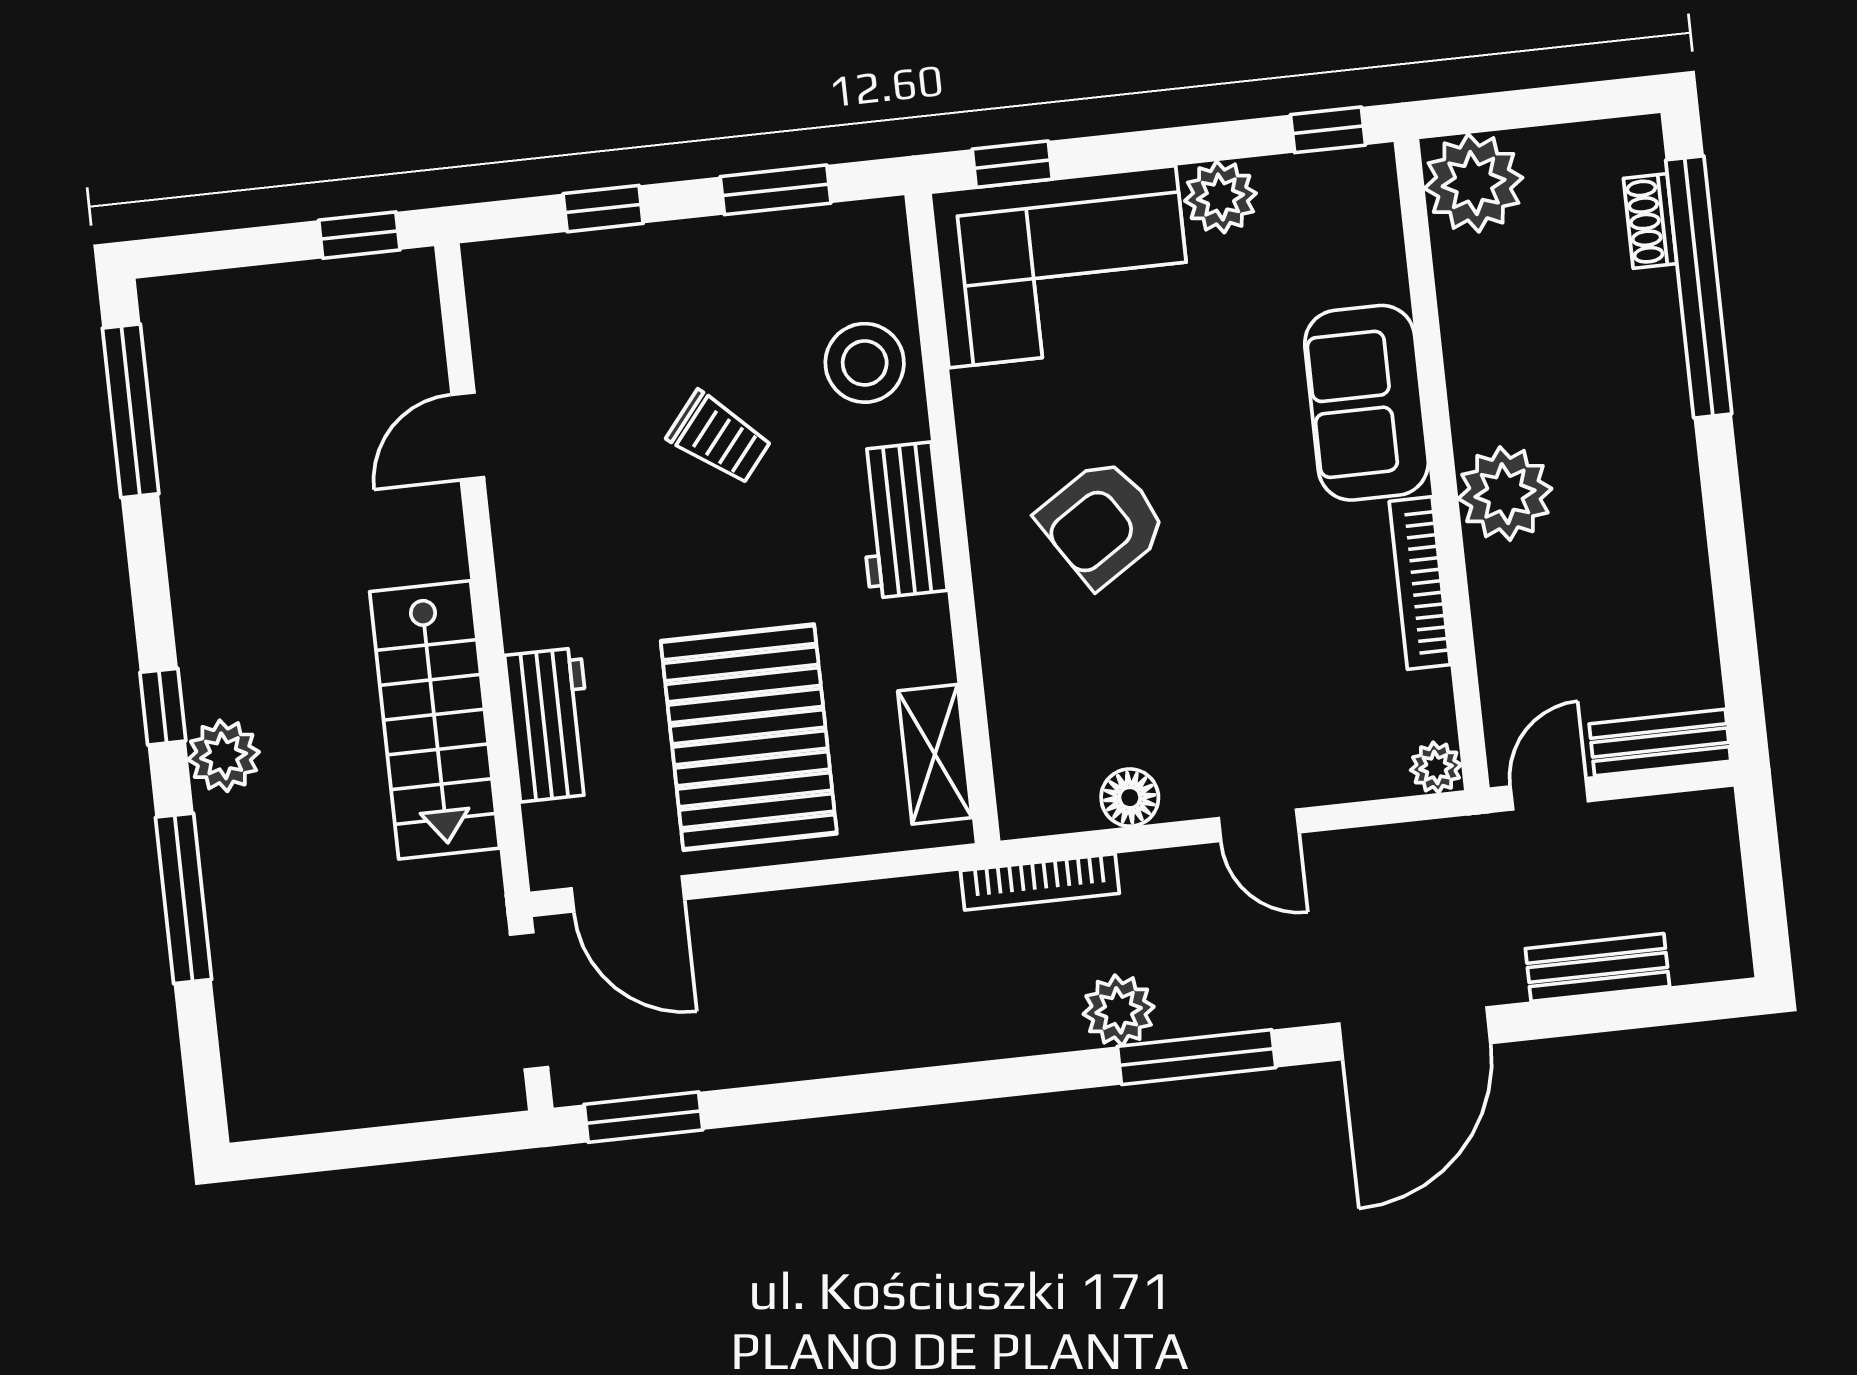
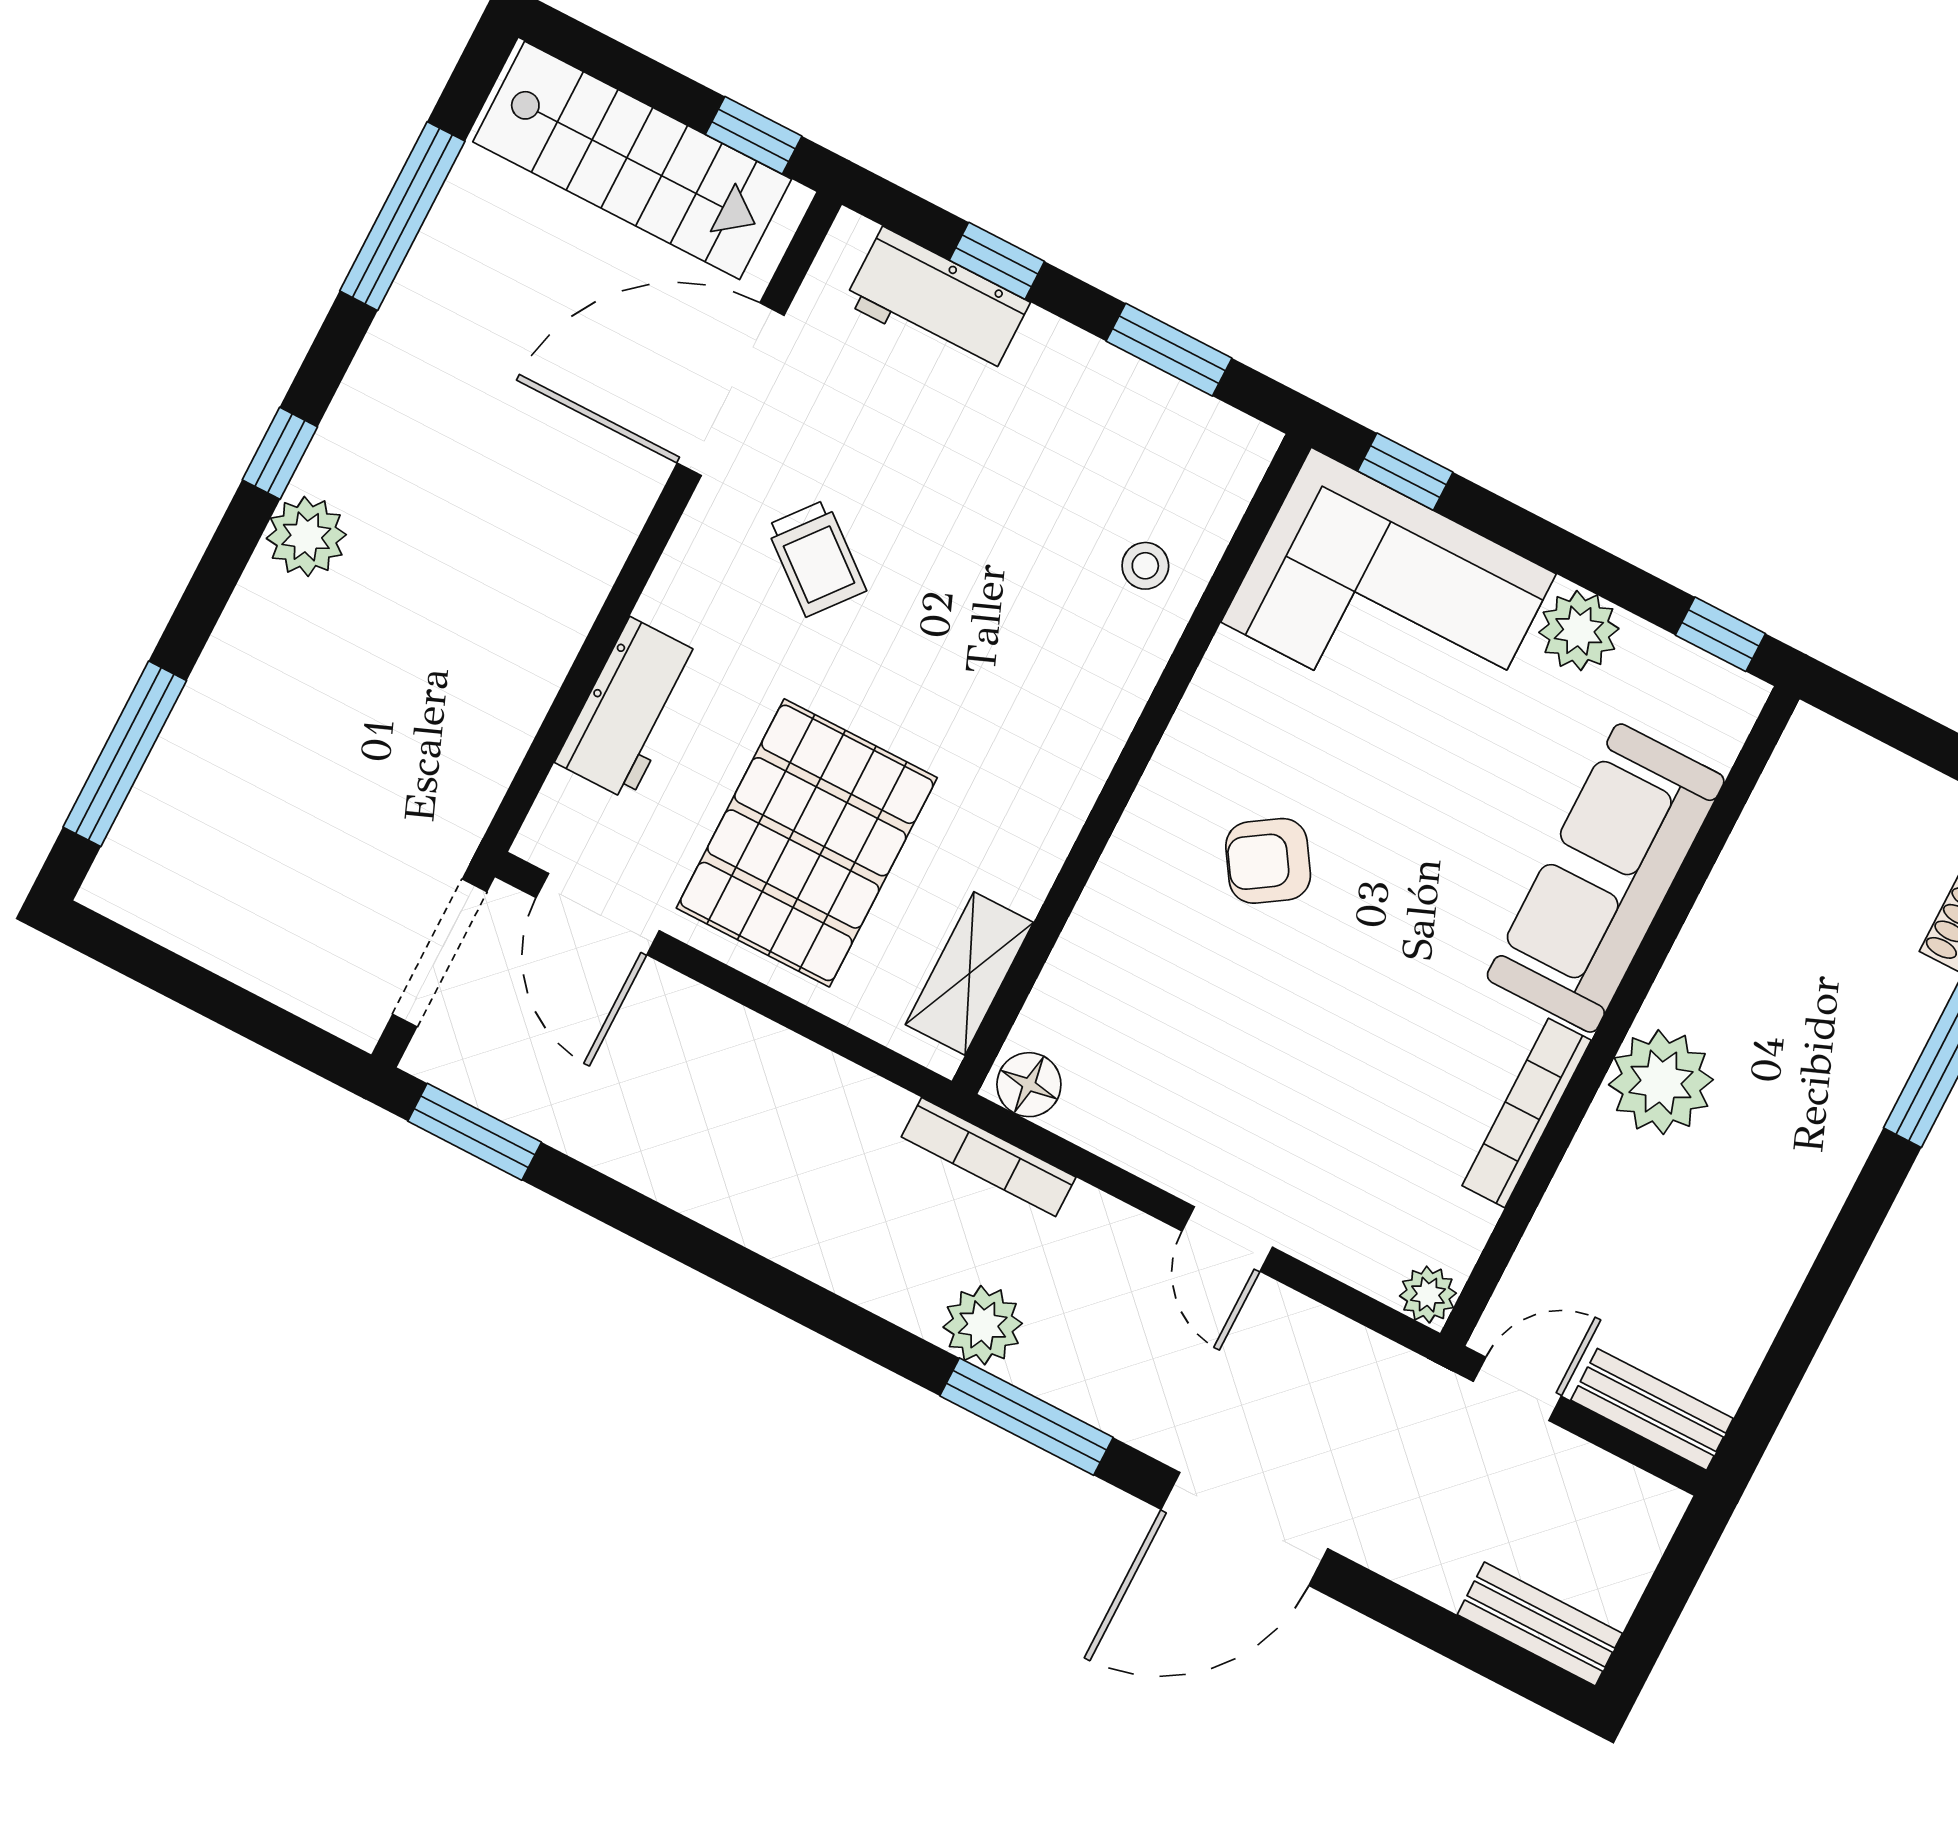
plant: (1474, 183) -> (1823, 773), removed
stool: (865, 363) -> (1145, 566), width x0.53, depth x0.53
sofa: (1367, 403) -> (1606, 878), width x1.36
window: (131, 411) -> (402, 216), moved
door: (468, 436) -> (731, 389), width x1.88
trolley: (719, 438) -> (816, 558), moved
workbench: (901, 520) -> (937, 302), moved, turned -90
armchair: (1102, 523) -> (1268, 861), width x0.72, depth x0.72
stairs: (435, 720) -> (632, 160), moved, turned -90
floor lamp: (1130, 798) -> (1029, 1085), moved
window: (184, 898) -> (125, 754), moved
bench: (1597, 967) -> (1540, 1624), moved

